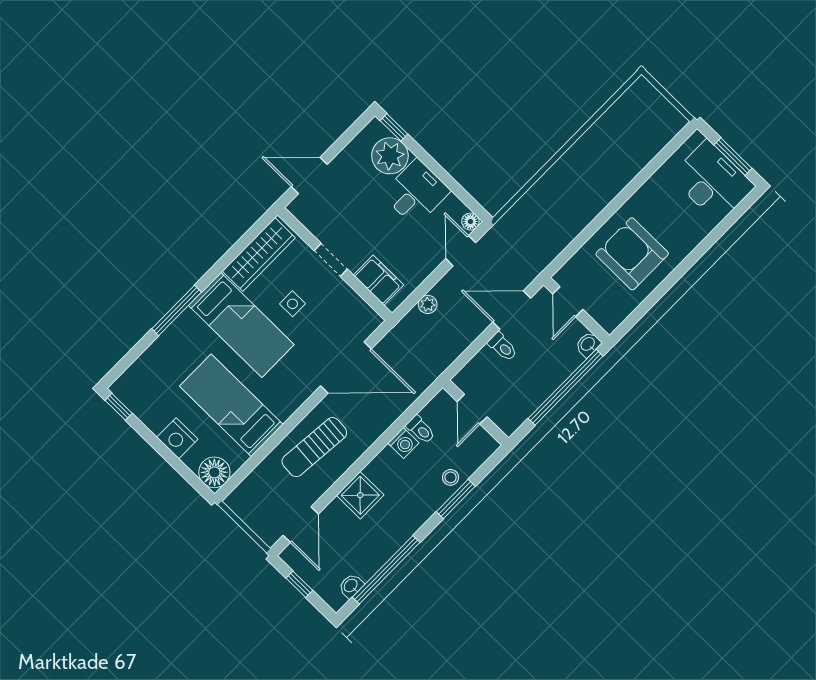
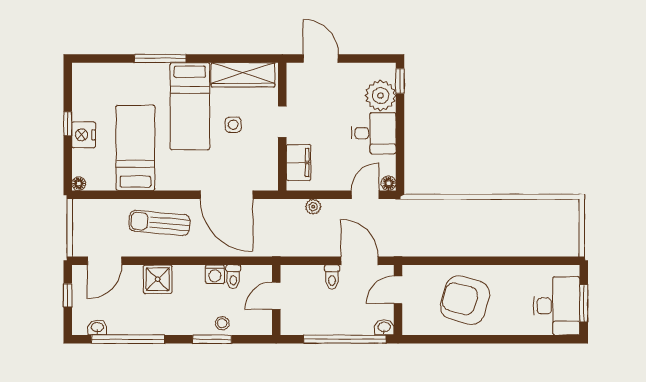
armchair: (632, 254) -> (465, 300), turned -74
window: (119, 407) -> (68, 124), moved
floor lamp: (214, 472) -> (79, 184), width x0.53, depth x0.53

